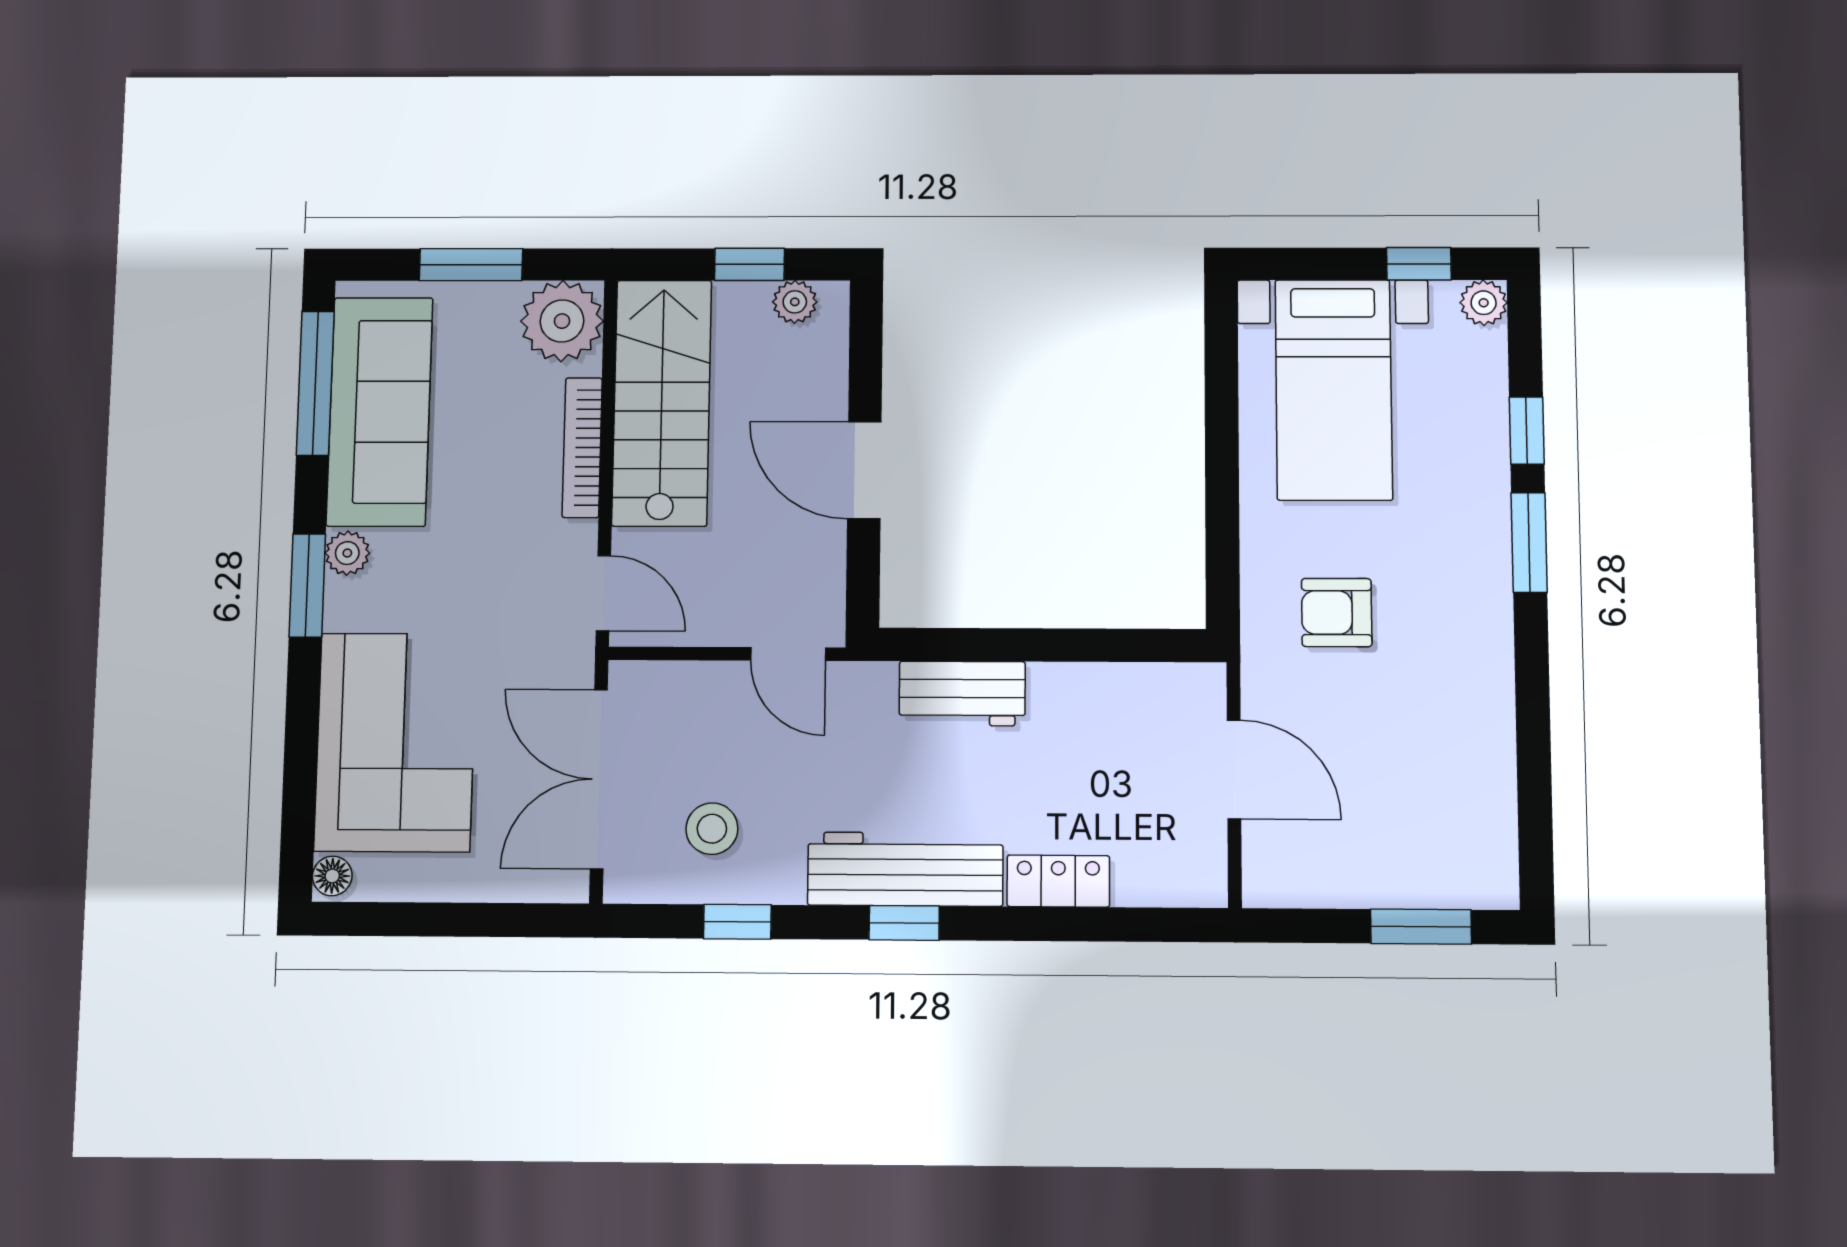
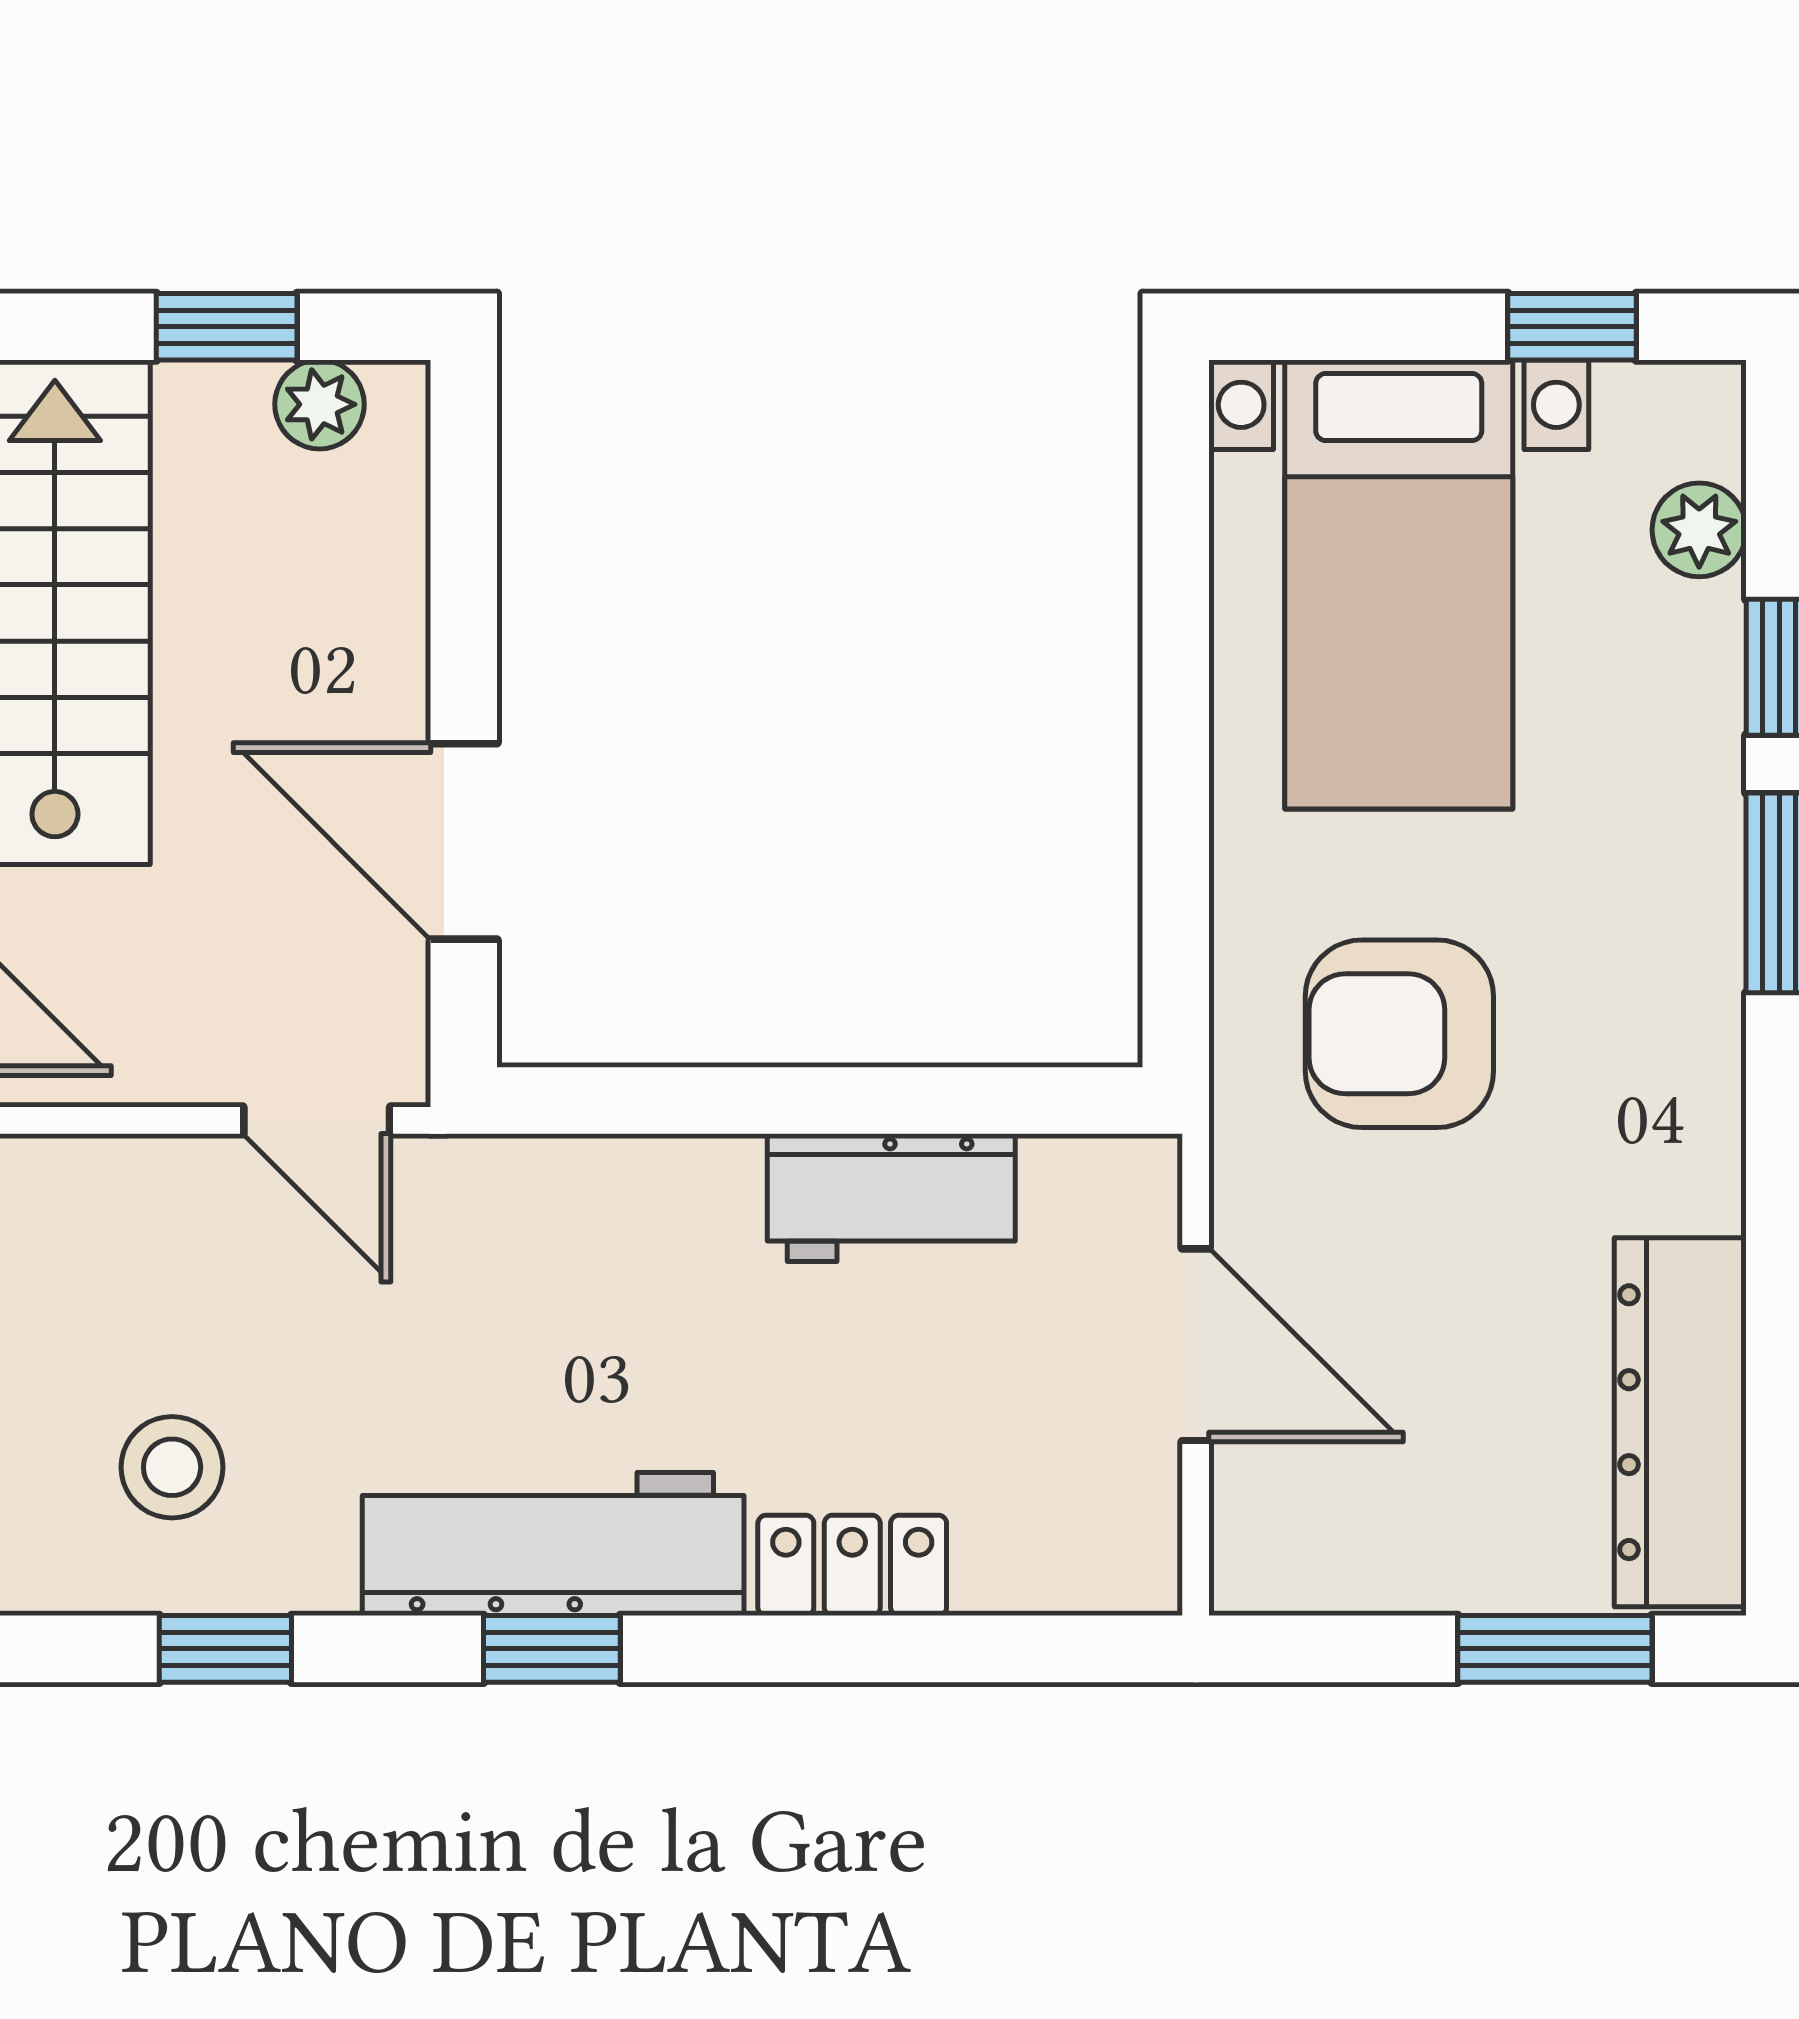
plant: (1484, 303) -> (1699, 530), moved
door: (864, 470) -> (464, 841), moved
armchair: (1337, 613) -> (1399, 1034), width x1.38, depth x1.38
workbench: (962, 694) -> (891, 1198), moved
dresser: (1484, 810) -> (1680, 1422), added

